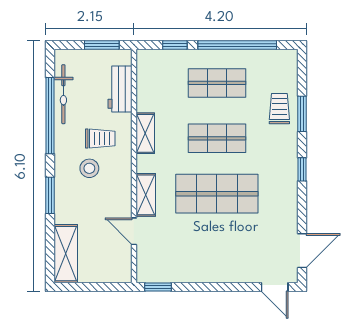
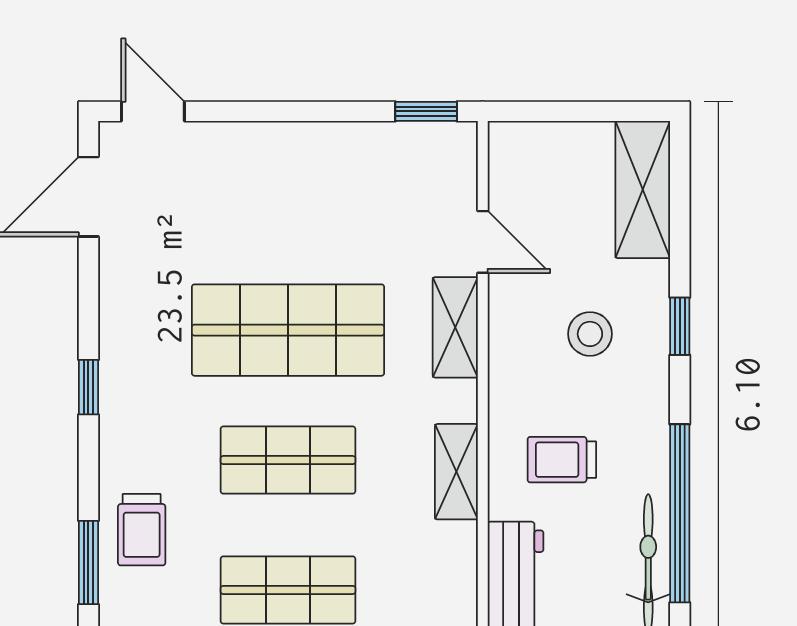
window: (302, 114) -> (88, 563), moved
stool: (89, 168) -> (590, 334), moved
window: (50, 195) -> (680, 326), width x0.67

